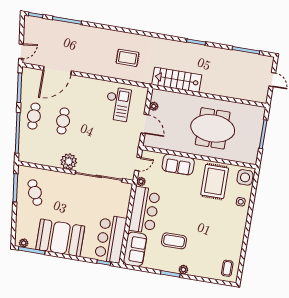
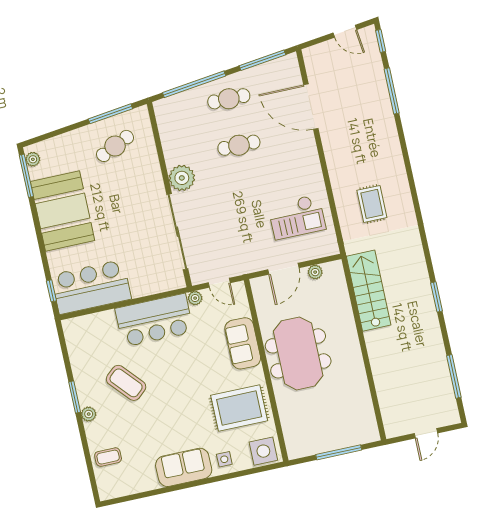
door: (21, 51) -> (345, 31), moved
meeting table: (213, 128) -> (298, 353), moved
coffee table: (174, 241) -> (126, 383), turned -42
sofa: (135, 249) -> (184, 467), moved, turned 180
coffee table: (227, 268) -> (108, 457), moved

